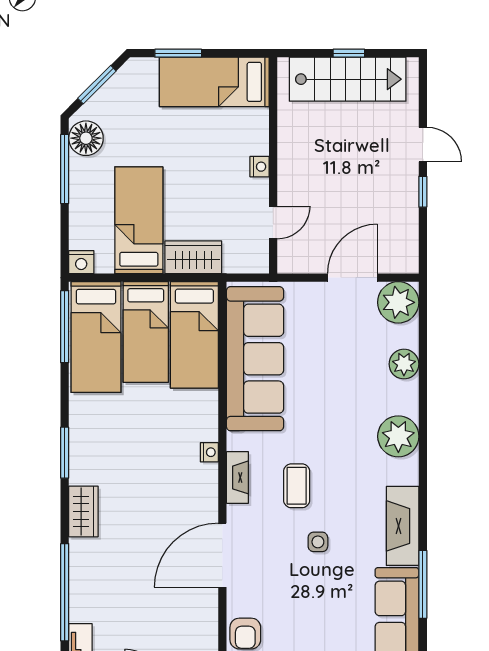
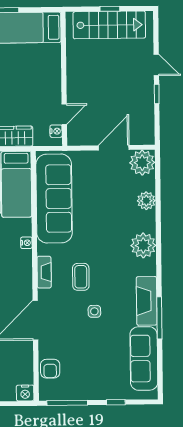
nightstand: (260, 167) -> (56, 131), moved
nightstand: (209, 452) -> (26, 243), moved
window: (423, 584) -> (159, 318), moved

